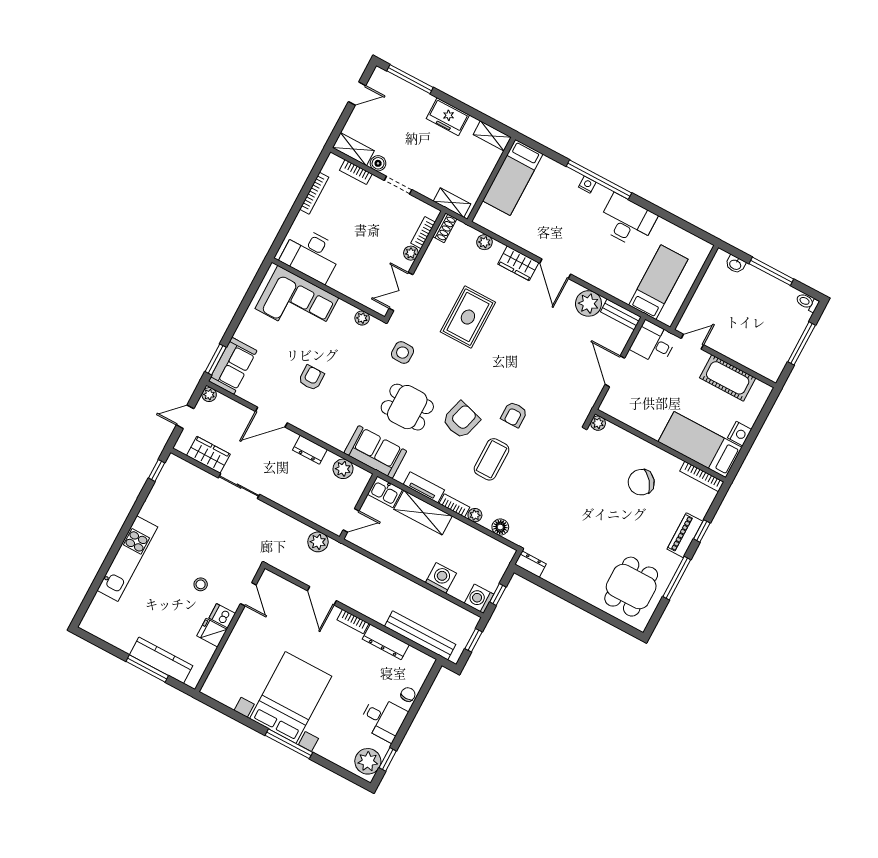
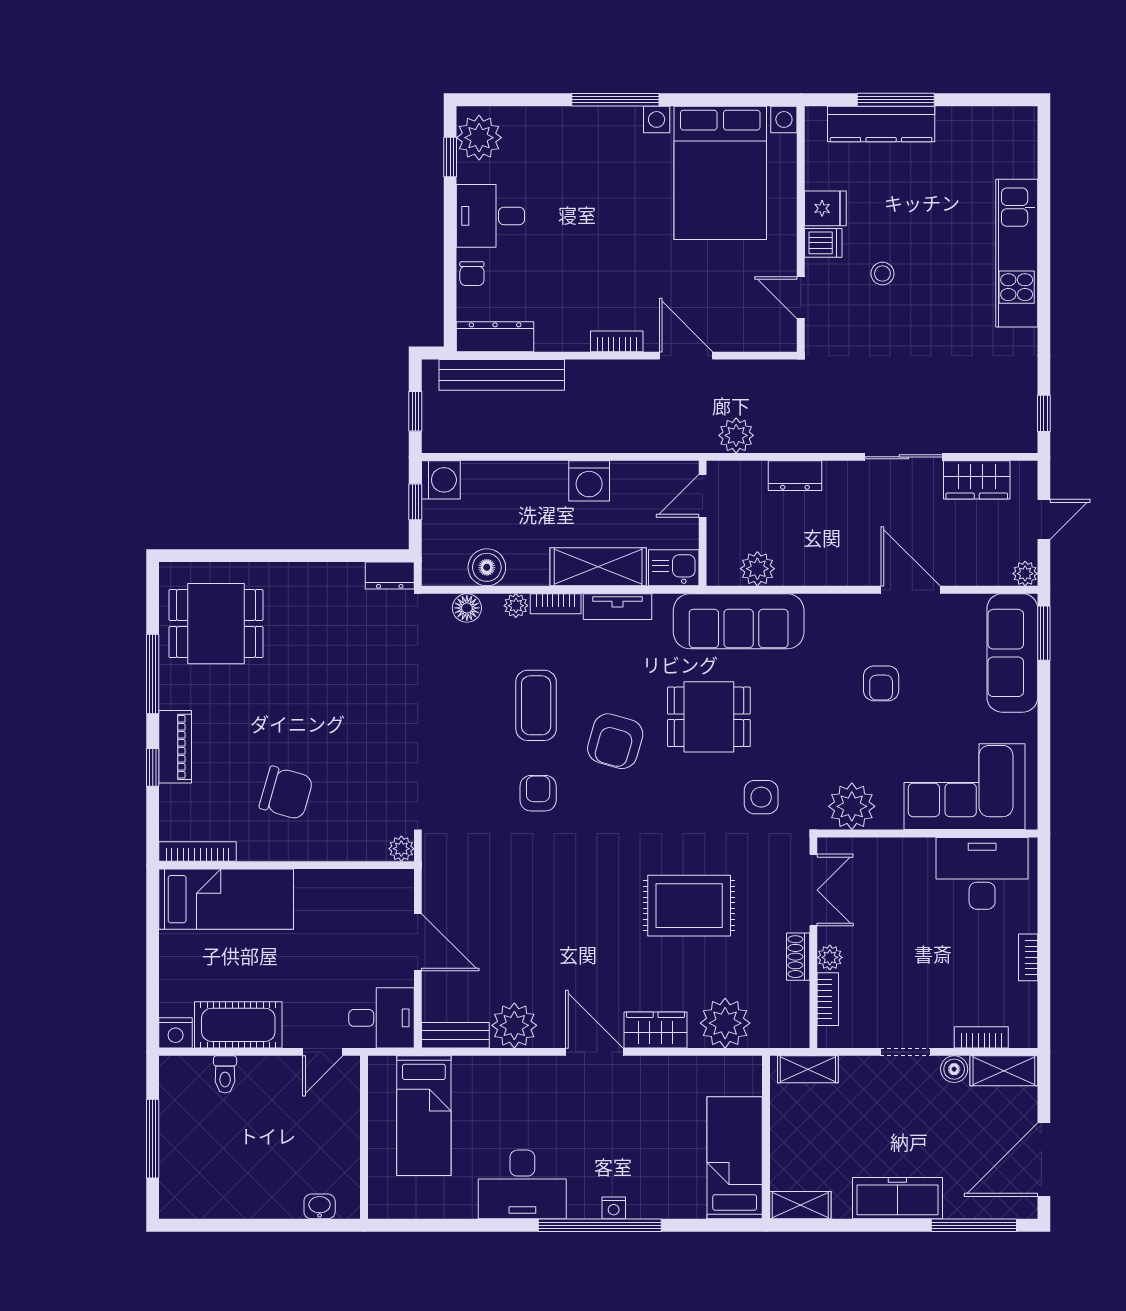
door: (357, 94) -> (1044, 1160), width x1.87
freezer: (448, 117) -> (897, 1198), width x1.40
bookcase: (314, 193) -> (1028, 957), width x0.64
shoe rack: (445, 228) -> (798, 957), moved
plant: (484, 242) -> (725, 1023), width x1.88, depth x1.88
window: (771, 271) -> (258, 1225), removed
toilet: (807, 302) -> (225, 1074), moved, turned 90
rug: (468, 317) -> (689, 906), turned 90
plant: (362, 318) -> (852, 806), width x1.88, depth x1.88
sofa: (233, 366) -> (1012, 653), width x1.36
door: (271, 417) -> (911, 590), hinge flipped
nightstand: (740, 434) -> (176, 1033), moved, turned -90
dresser: (310, 450) -> (795, 476), moved, turned 180
sofa: (375, 452) -> (739, 621), width x1.36
chair: (641, 482) -> (286, 793), turned 55
boiler: (479, 542) -> (487, 567), added
washing machine: (441, 578) -> (589, 481), moved
dining table: (631, 587) -> (216, 624), turned 90
dresser: (386, 642) -> (495, 337), moved
bed with nightstands: (291, 697) -> (720, 173), moved

